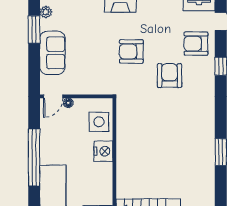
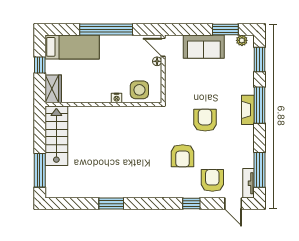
armchair: (170, 76) -> (183, 156), turned 90
nightstand: (103, 151) -> (117, 98), width x0.53, depth x0.56

